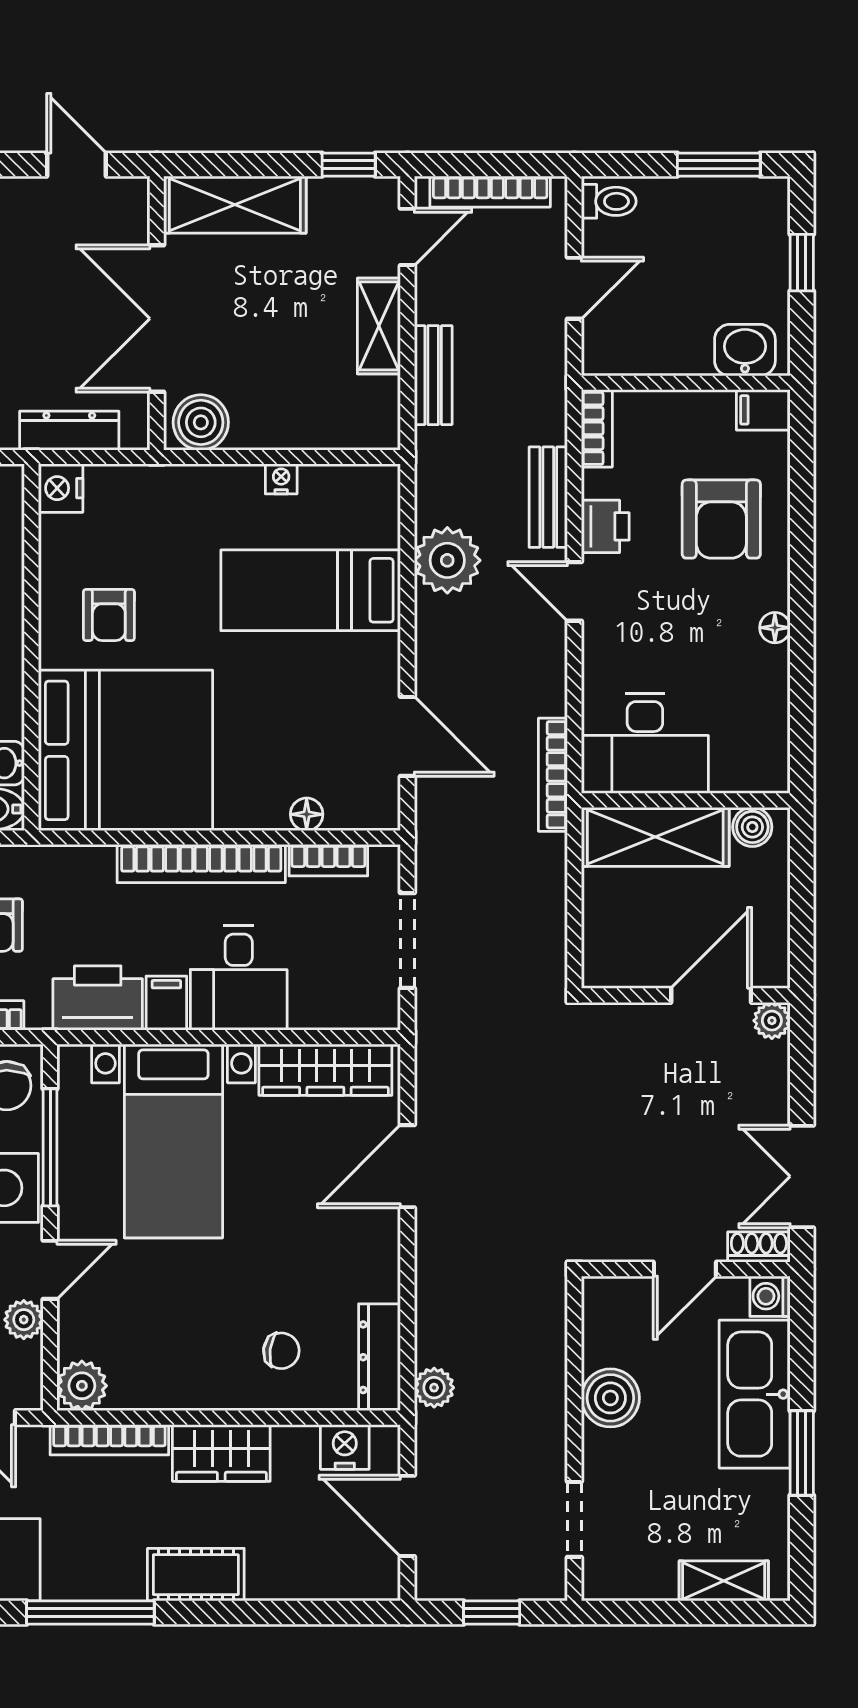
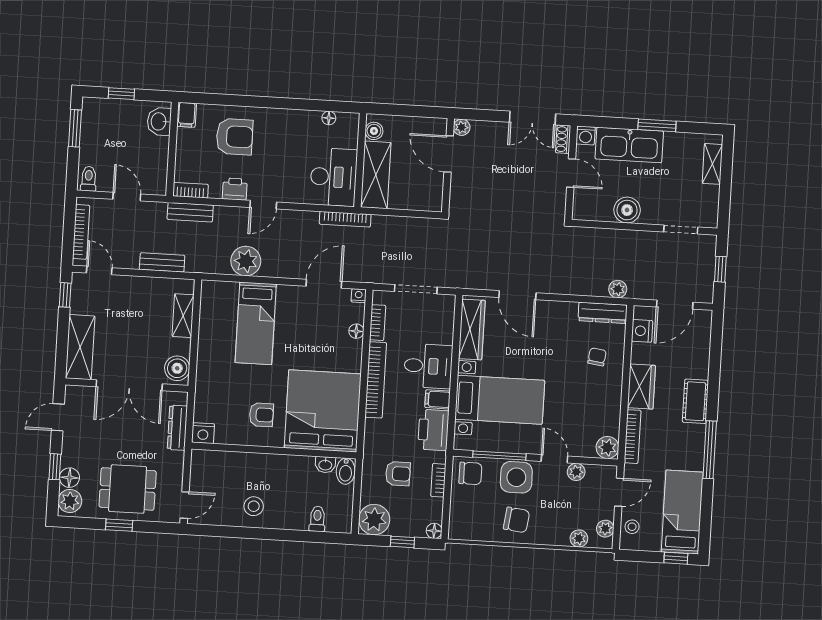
shelving: (379, 326) -> (183, 316), moved, turned 90
nightstand: (281, 479) -> (359, 296), moved, turned 90
bench: (548, 497) -> (190, 212), moved
floor lamp: (775, 628) -> (329, 118), moved

